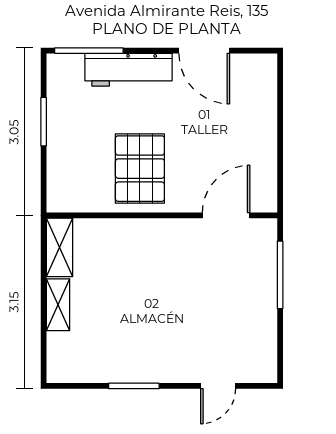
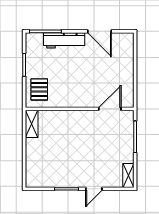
pallet: (140, 169) -> (39, 89), moved, width x0.67, depth x0.71
shelving: (58, 305) -> (128, 175), moved
door: (218, 386) -> (94, 189), moved

